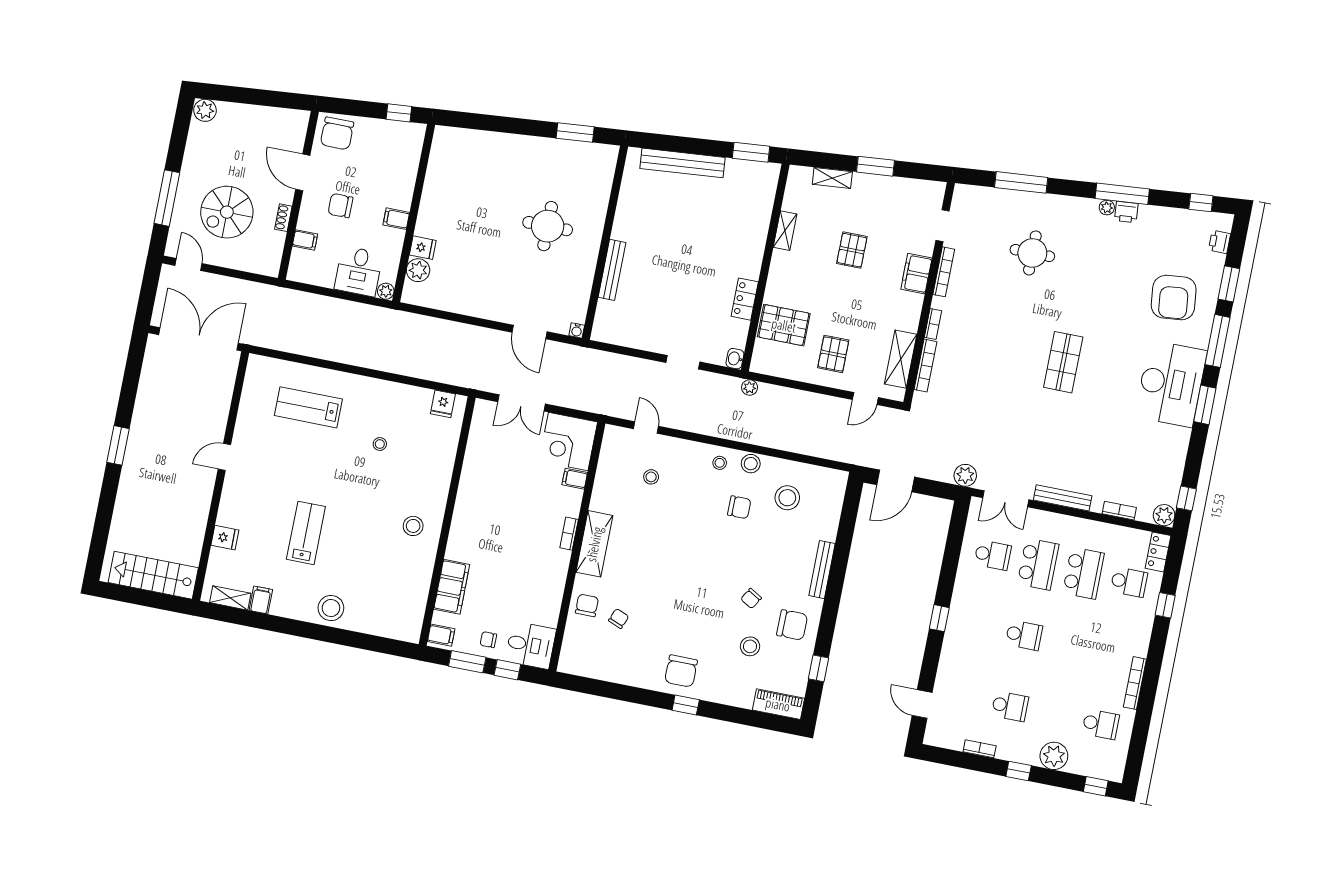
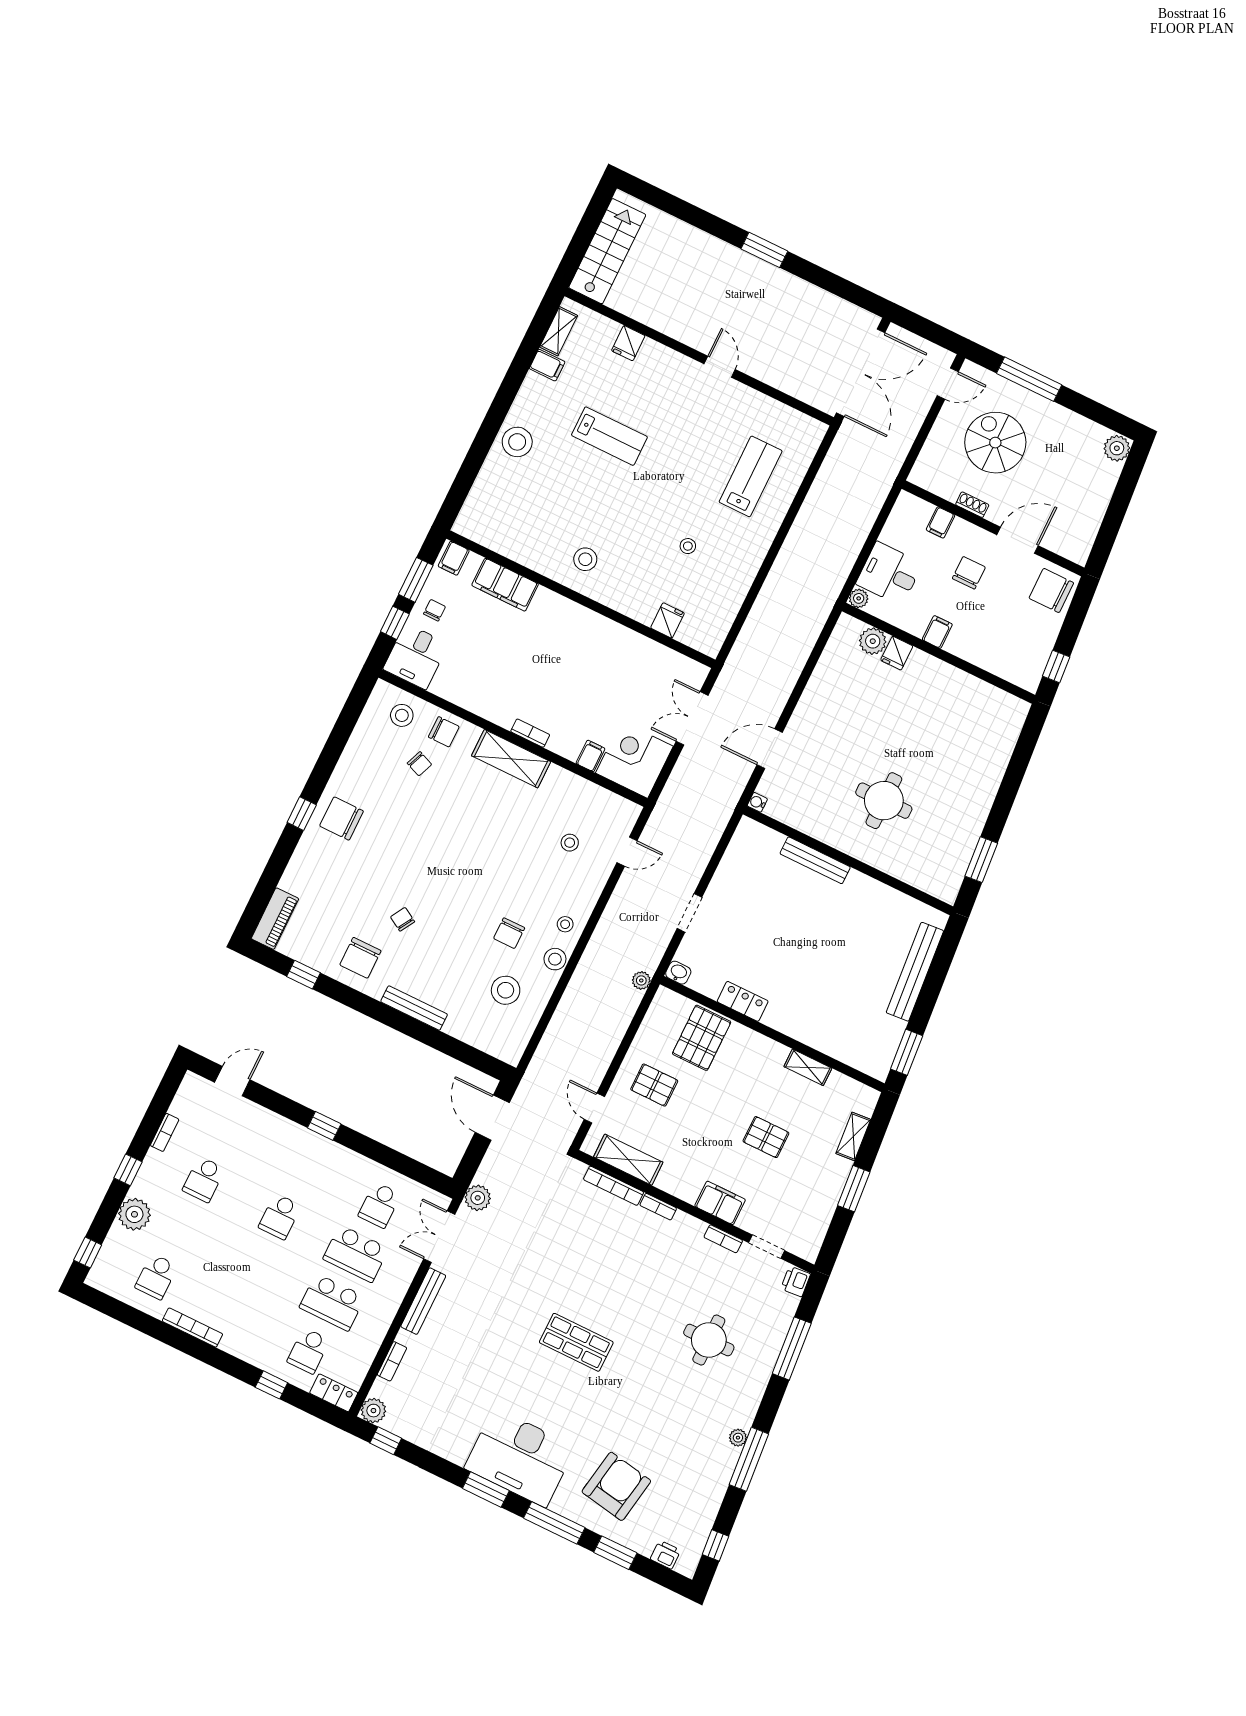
printer: (1126, 212) -> (796, 1281), moved
bookcase: (944, 272) -> (723, 1239), width x0.64
armchair: (1174, 298) -> (616, 1486), turned 106
fridge: (443, 404) -> (668, 620), moved, turned 90
stool: (750, 646) -> (402, 715), moved

